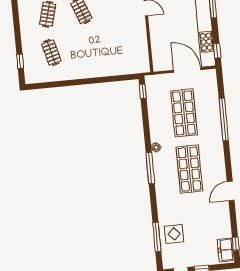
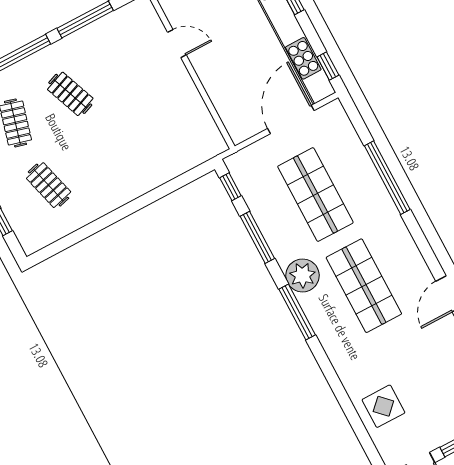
door: (187, 70) -> (291, 120), hinge flipped
plant: (156, 147) -> (303, 275), width x1.88, depth x1.88
window: (157, 237) -> (257, 237), moved

